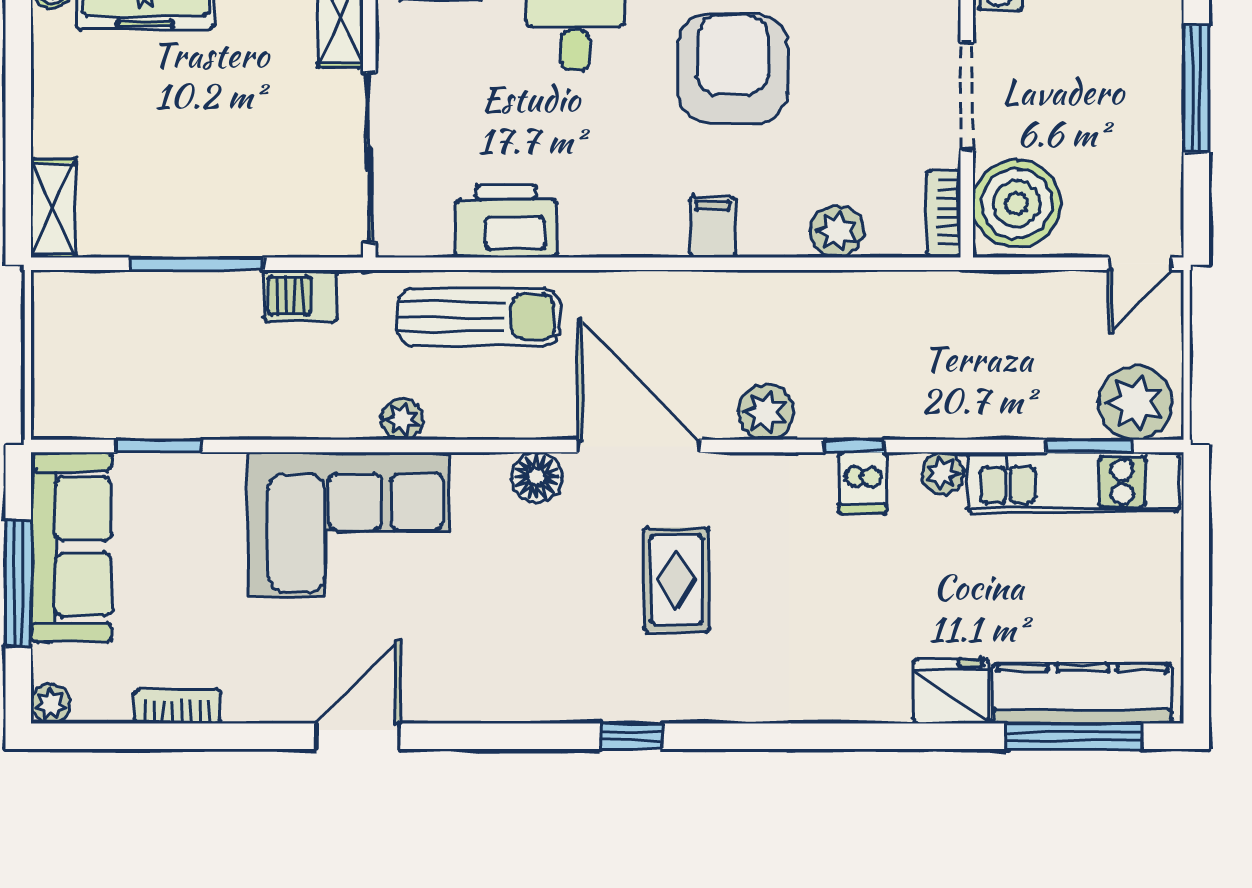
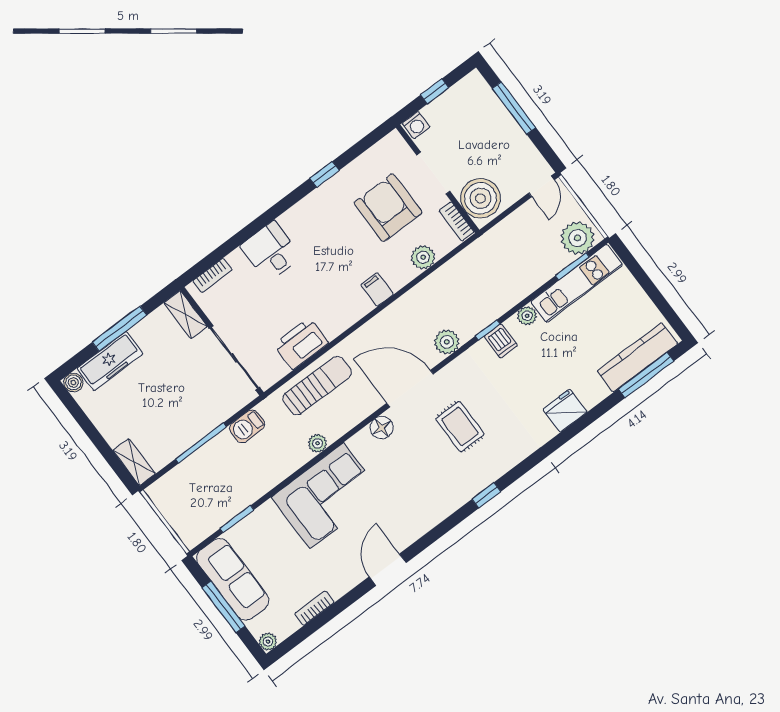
armchair: (733, 68) -> (388, 208), moved
fridge: (951, 691) -> (565, 411), moved

